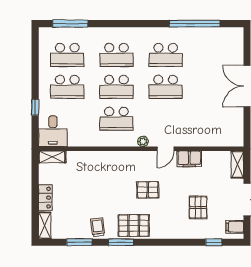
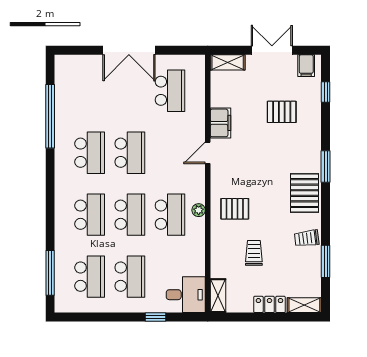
school desk: (215, 119) -> (170, 91), added
plant: (143, 141) -> (199, 210), moved
door: (166, 149) -> (208, 153), swing flipped
trolley: (86, 185) -> (254, 253), added
pallet: (148, 190) -> (235, 209), moved, turned 90
window: (121, 242) -> (326, 166), moved

